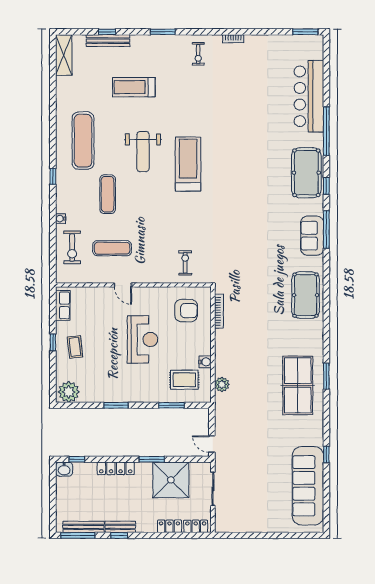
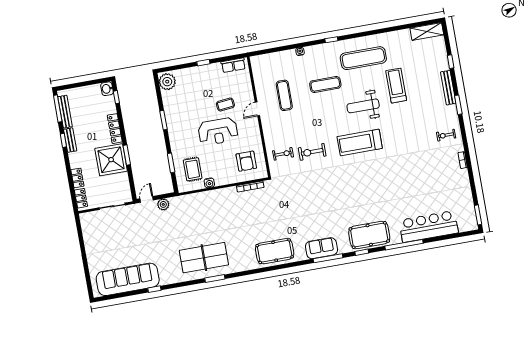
bench: (108, 41) -> (448, 88), moved
treadmill: (134, 87) -> (396, 86), moved
treadmill: (188, 164) -> (360, 142), turned 180
exercise bike: (72, 247) -> (312, 152), moved
coffee table: (75, 347) -> (225, 105), moved
plant: (222, 384) -> (163, 204), moved
shower: (171, 480) -> (111, 160), moved

